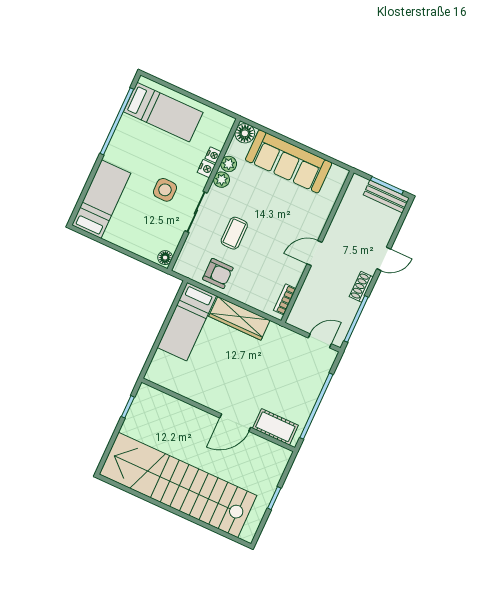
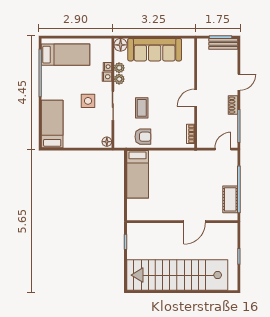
wardrobe: (239, 318) -> (168, 158), removed
cot: (275, 427) -> (230, 199), moved, turned 90

